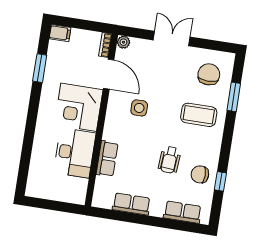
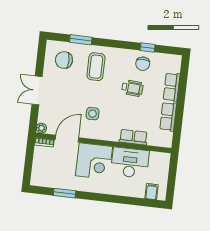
filing cabinet: (60, 33) -> (152, 192), moved
row of seats: (182, 212) -> (172, 87), moved

